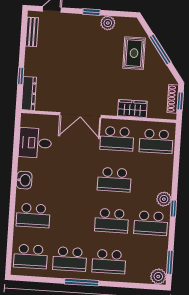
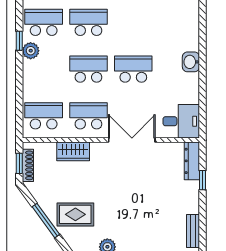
rug: (134, 53) -> (75, 214), turned 90
desk: (35, 143) -> (181, 121), moved
school desk: (33, 216) -> (133, 69), moved

